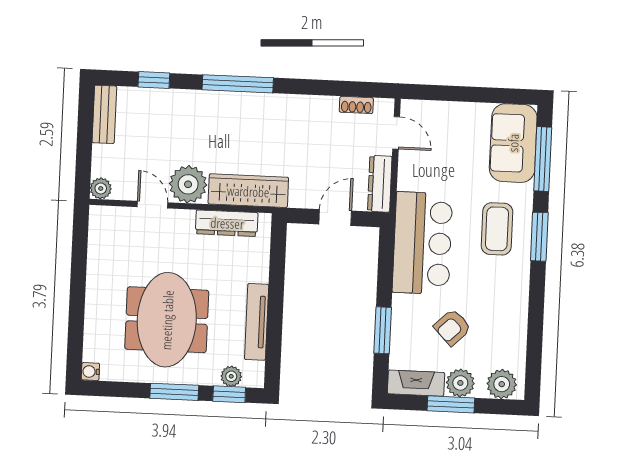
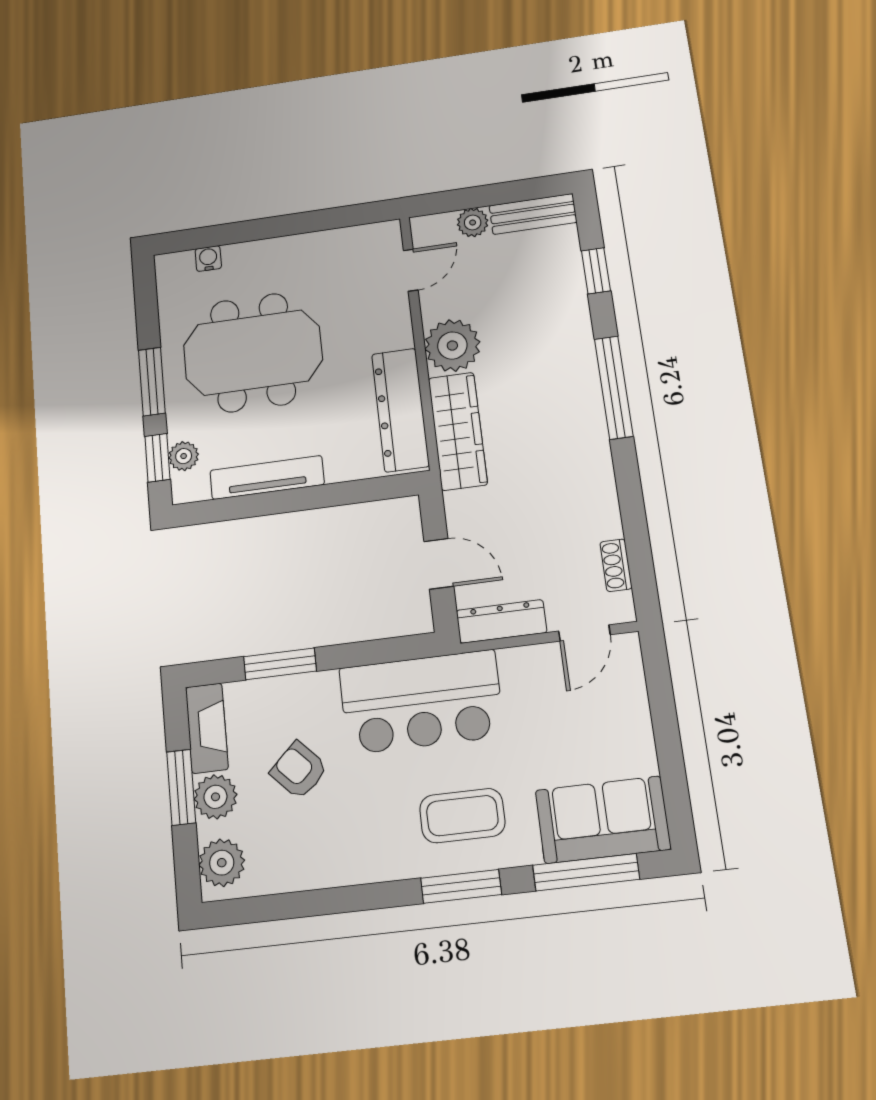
plant: (101, 188) -> (473, 222), moved
door: (152, 205) -> (411, 270), moved
dresser: (227, 223) -> (400, 410), width x1.37, depth x1.24
water cooler: (90, 372) -> (208, 259), moved

